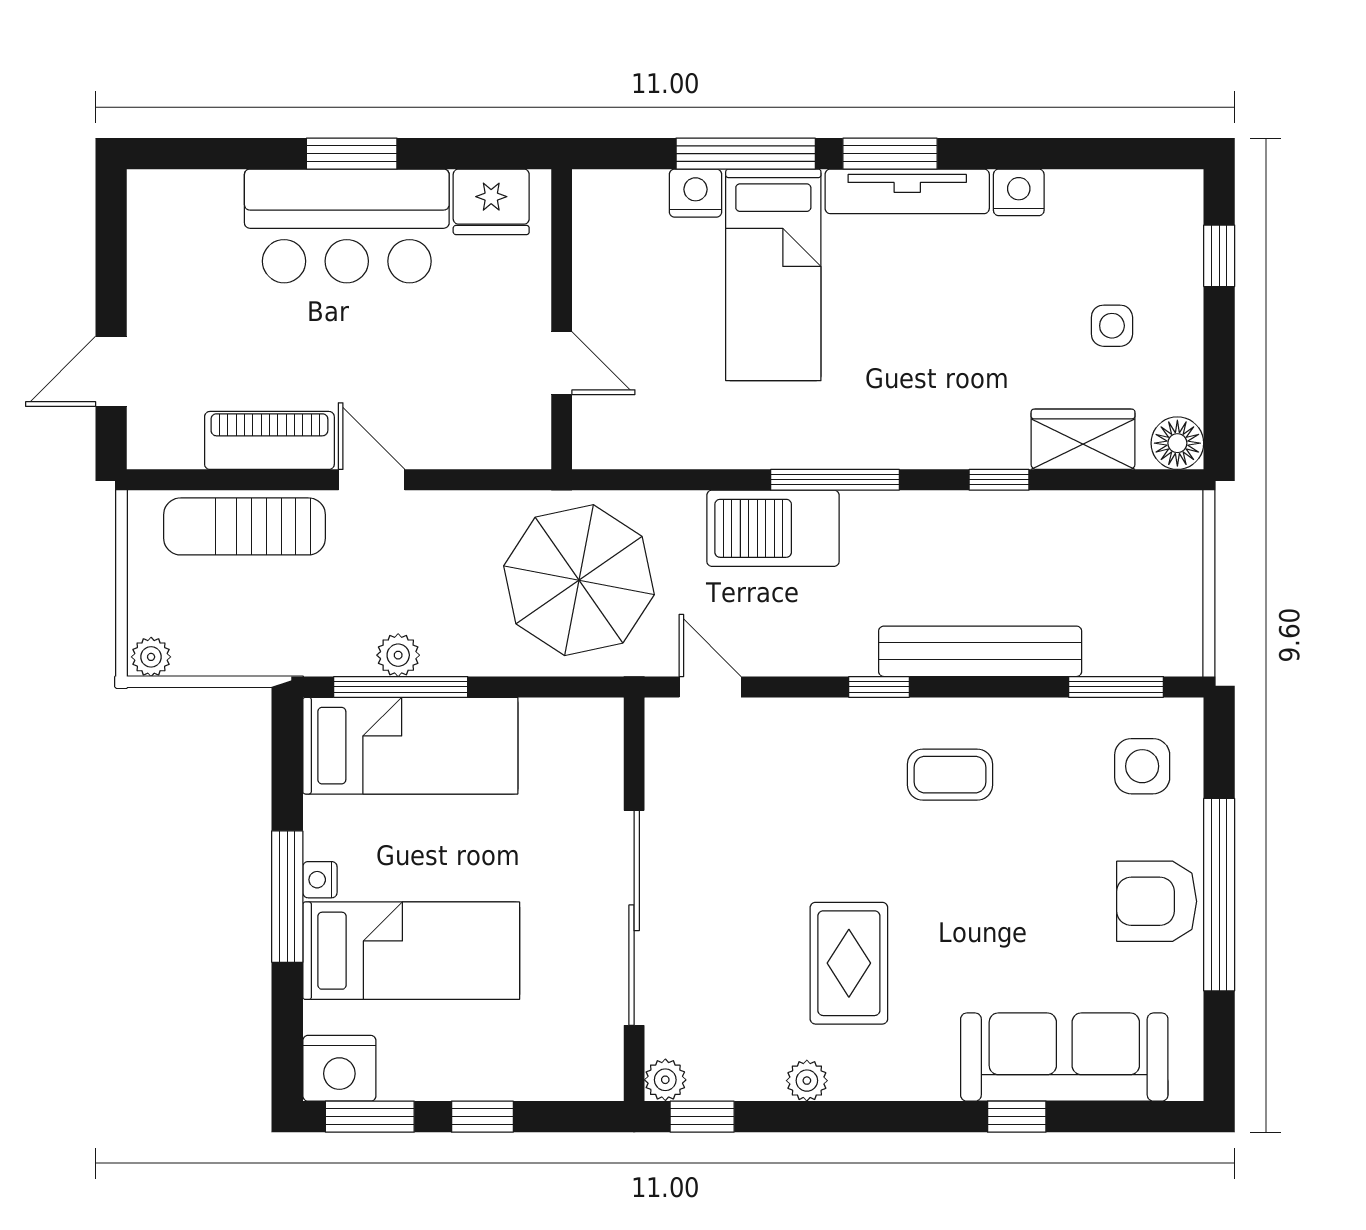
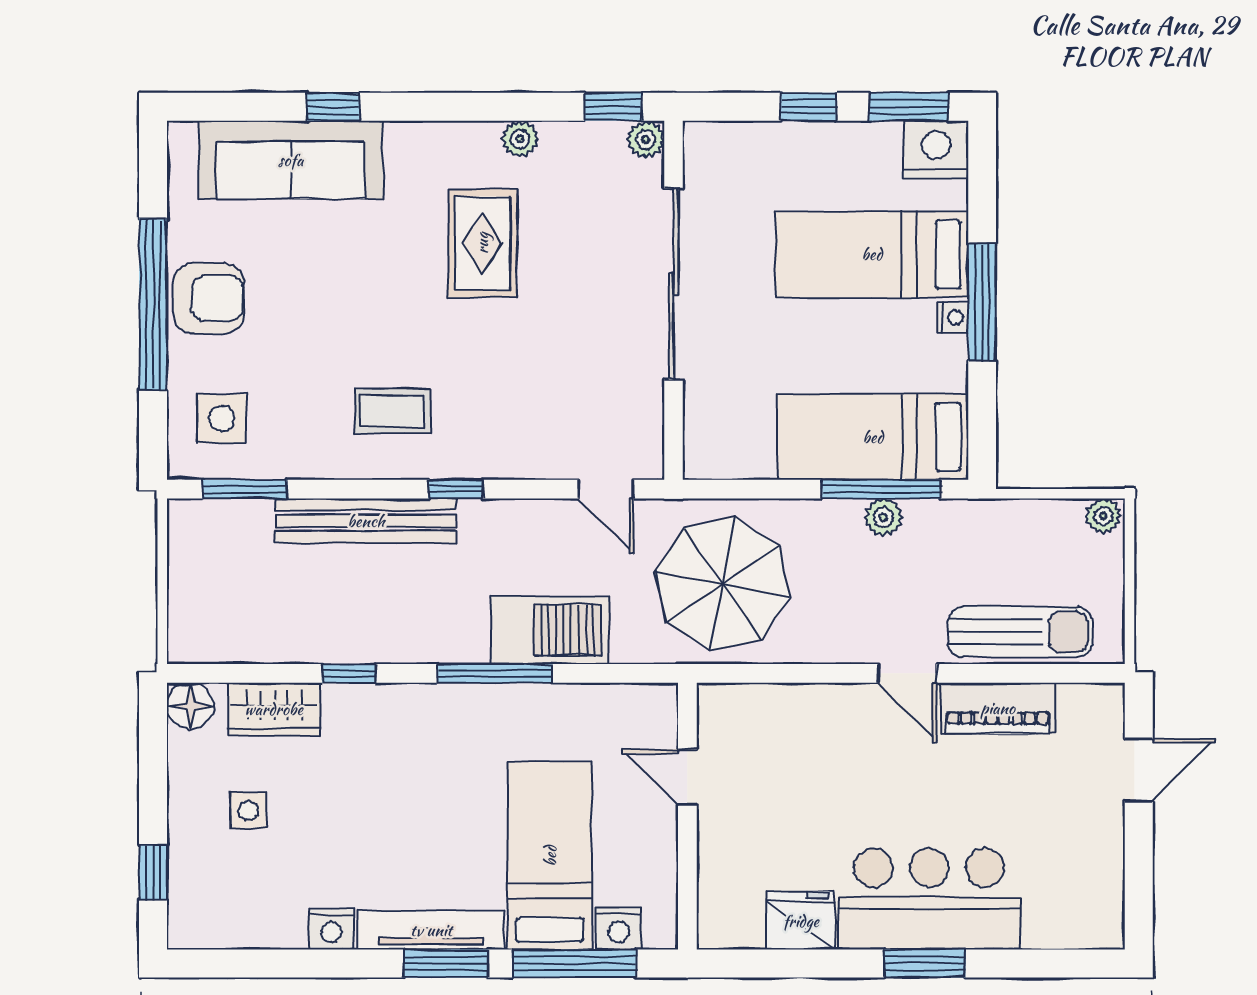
wall: (562, 319) -> (687, 816), moved
door: (562, 363) -> (687, 777), moved

